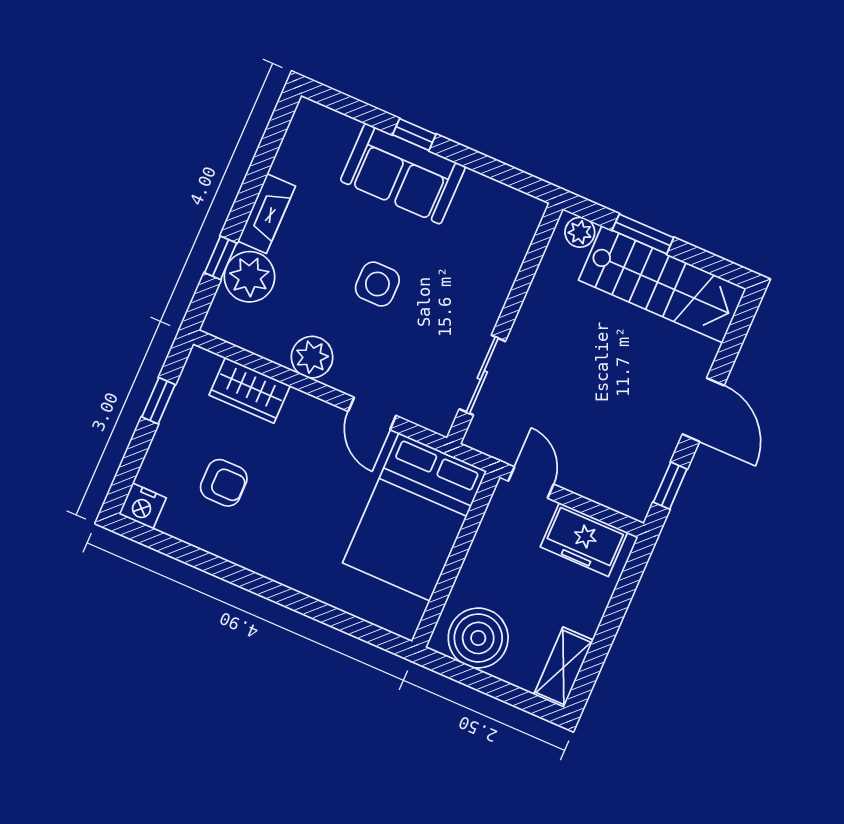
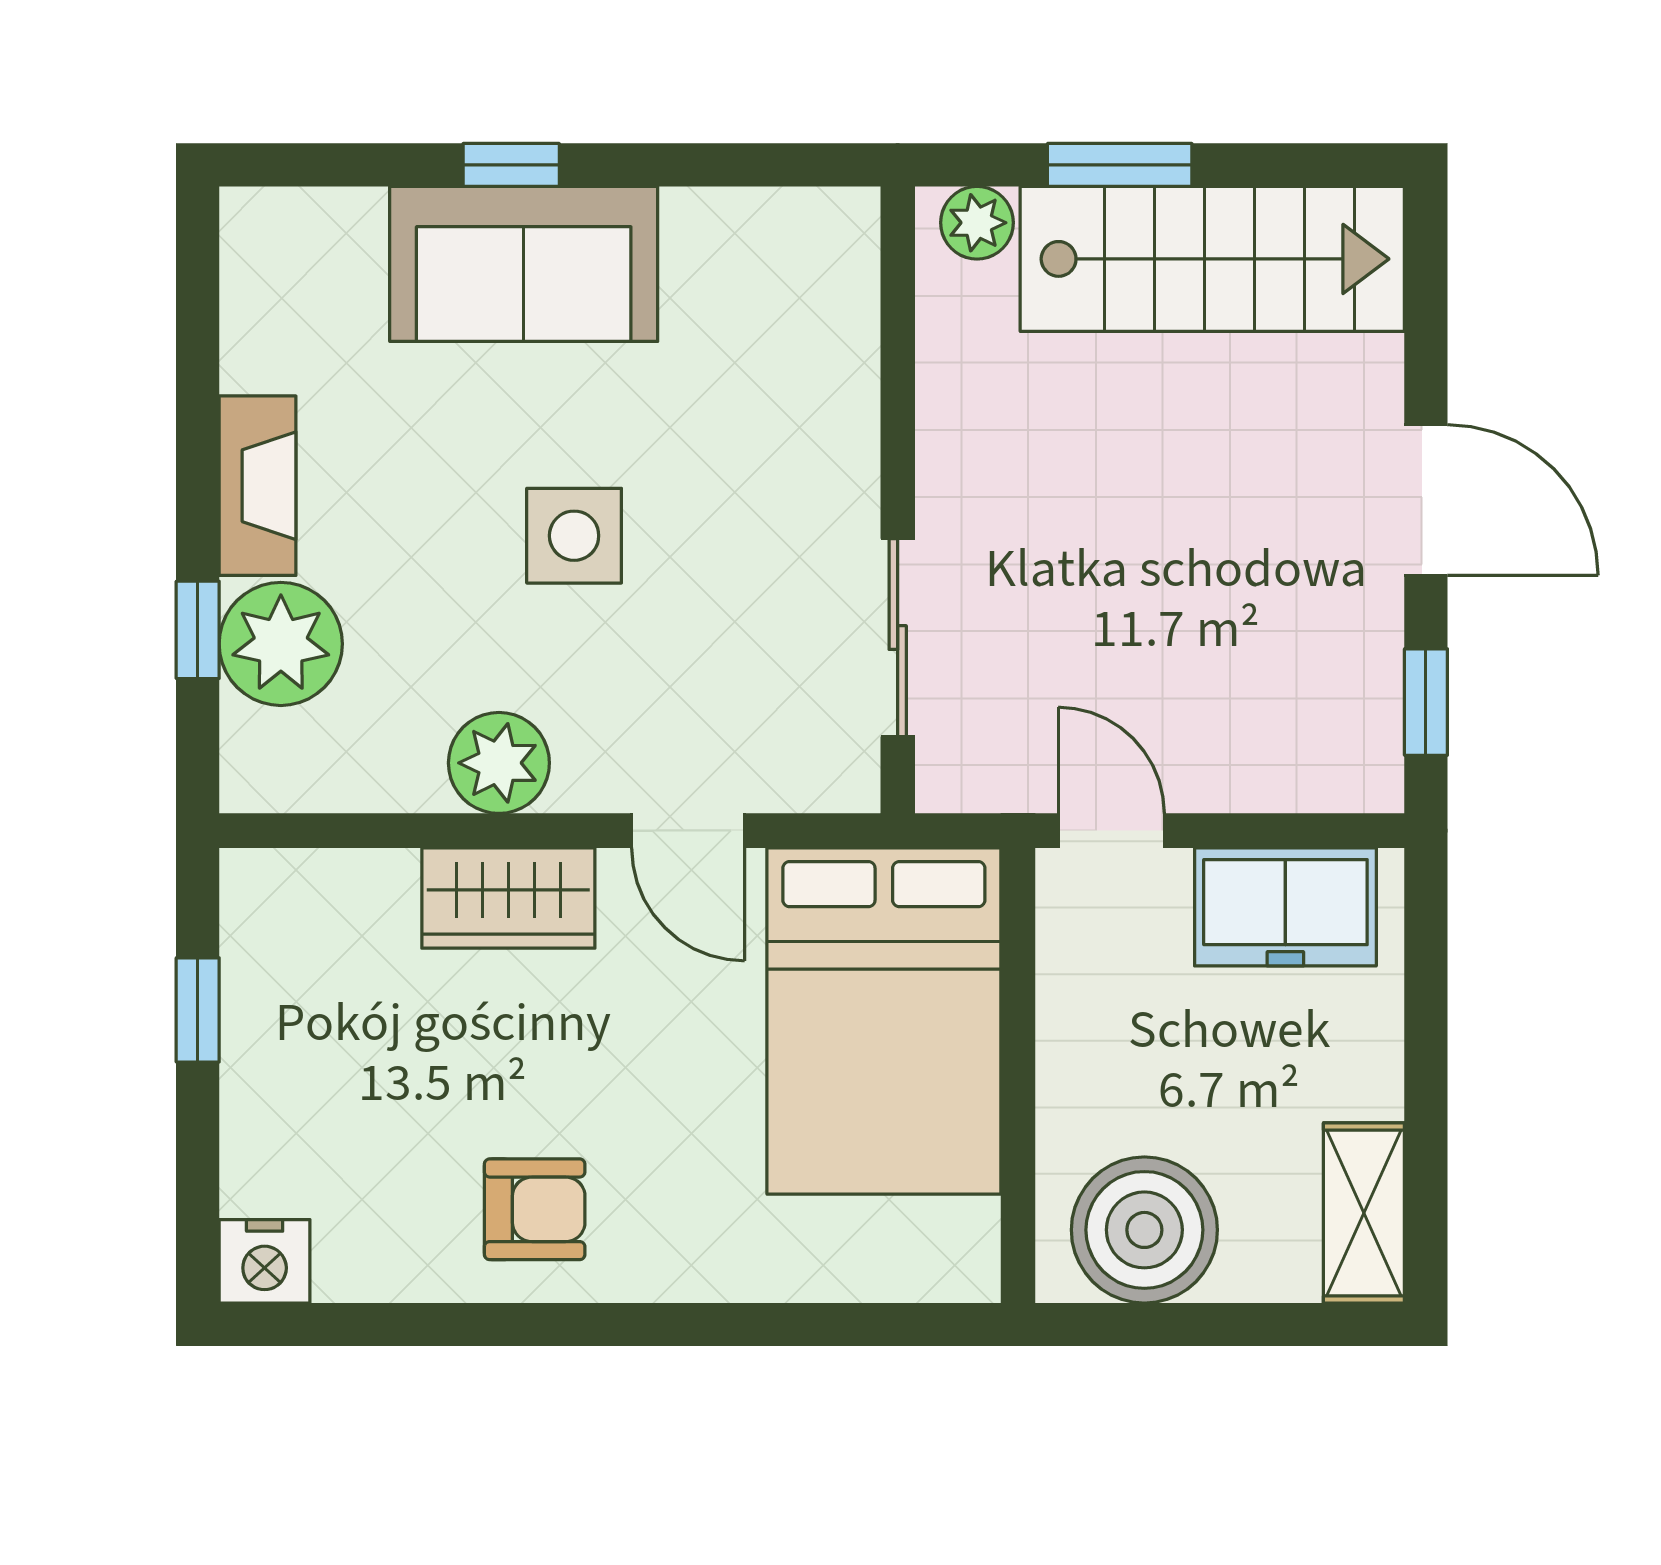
wardrobe: (250, 390) -> (508, 898), moved
armchair: (224, 483) -> (535, 1209), moved

